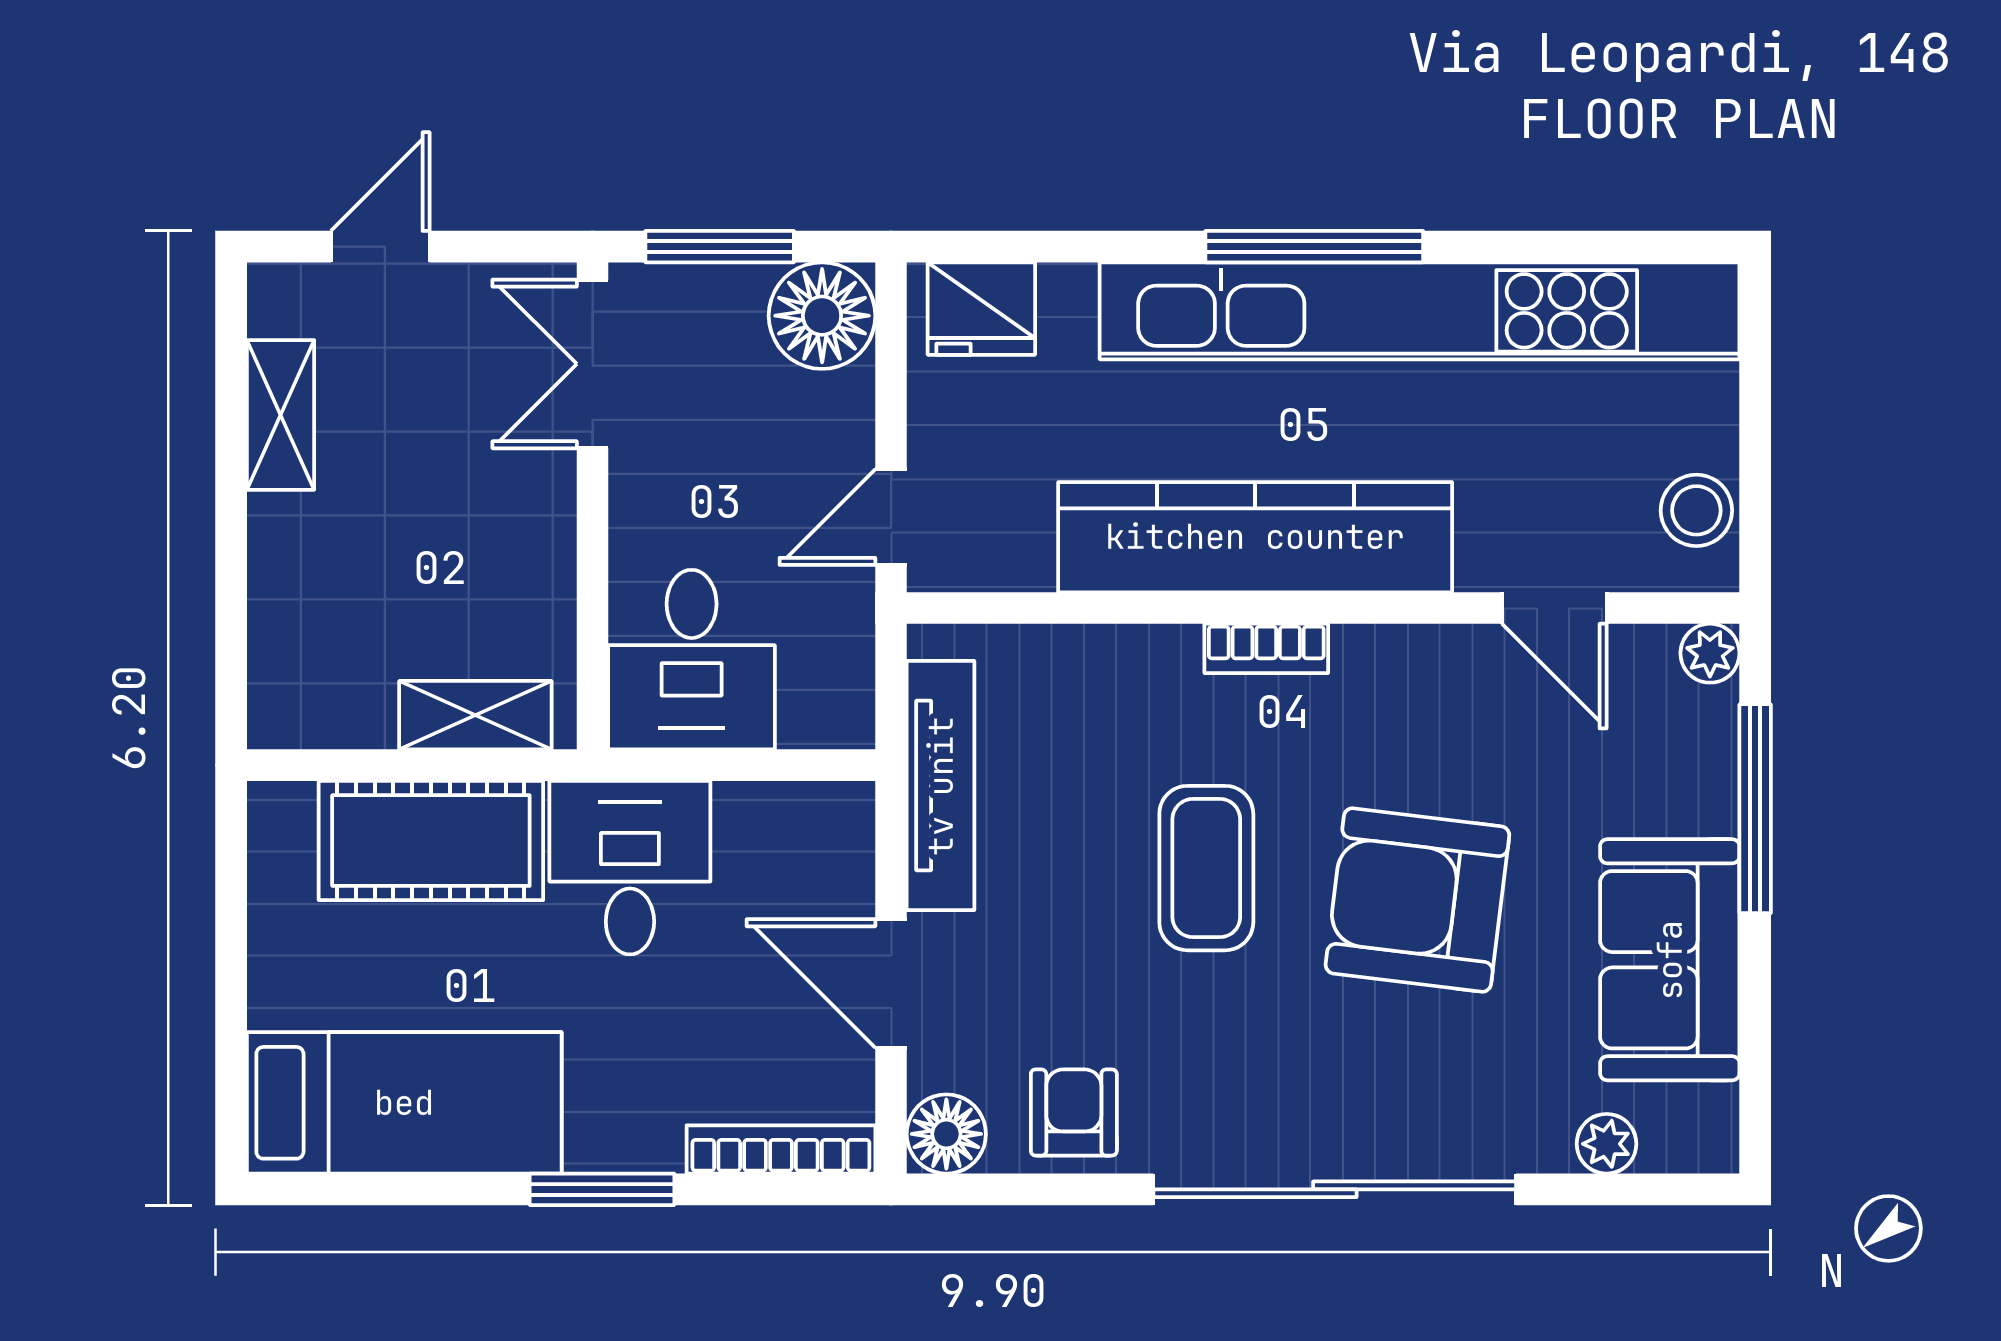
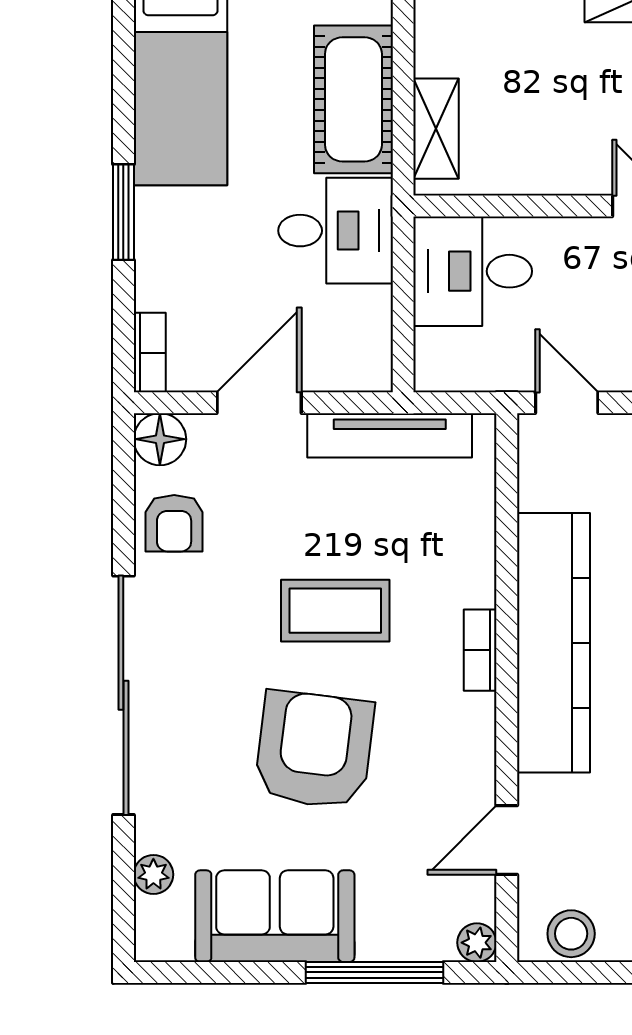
armchair: (1074, 1112) -> (174, 523), turned 90
bookcase: (781, 1149) -> (150, 353), width x0.64

